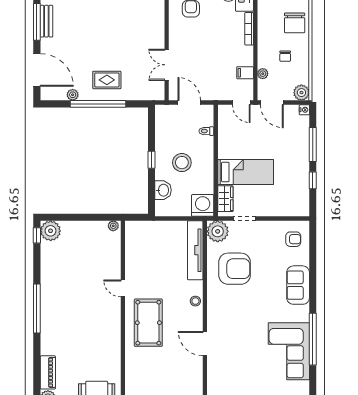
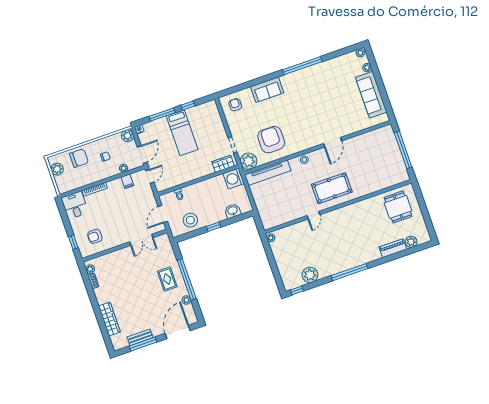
stool: (182, 163) -> (190, 220), moved
bed: (246, 172) -> (182, 133), moved, turned 180
plant: (51, 231) -> (310, 275), moved
corner sofa: (289, 351) -> (317, 80), removed

